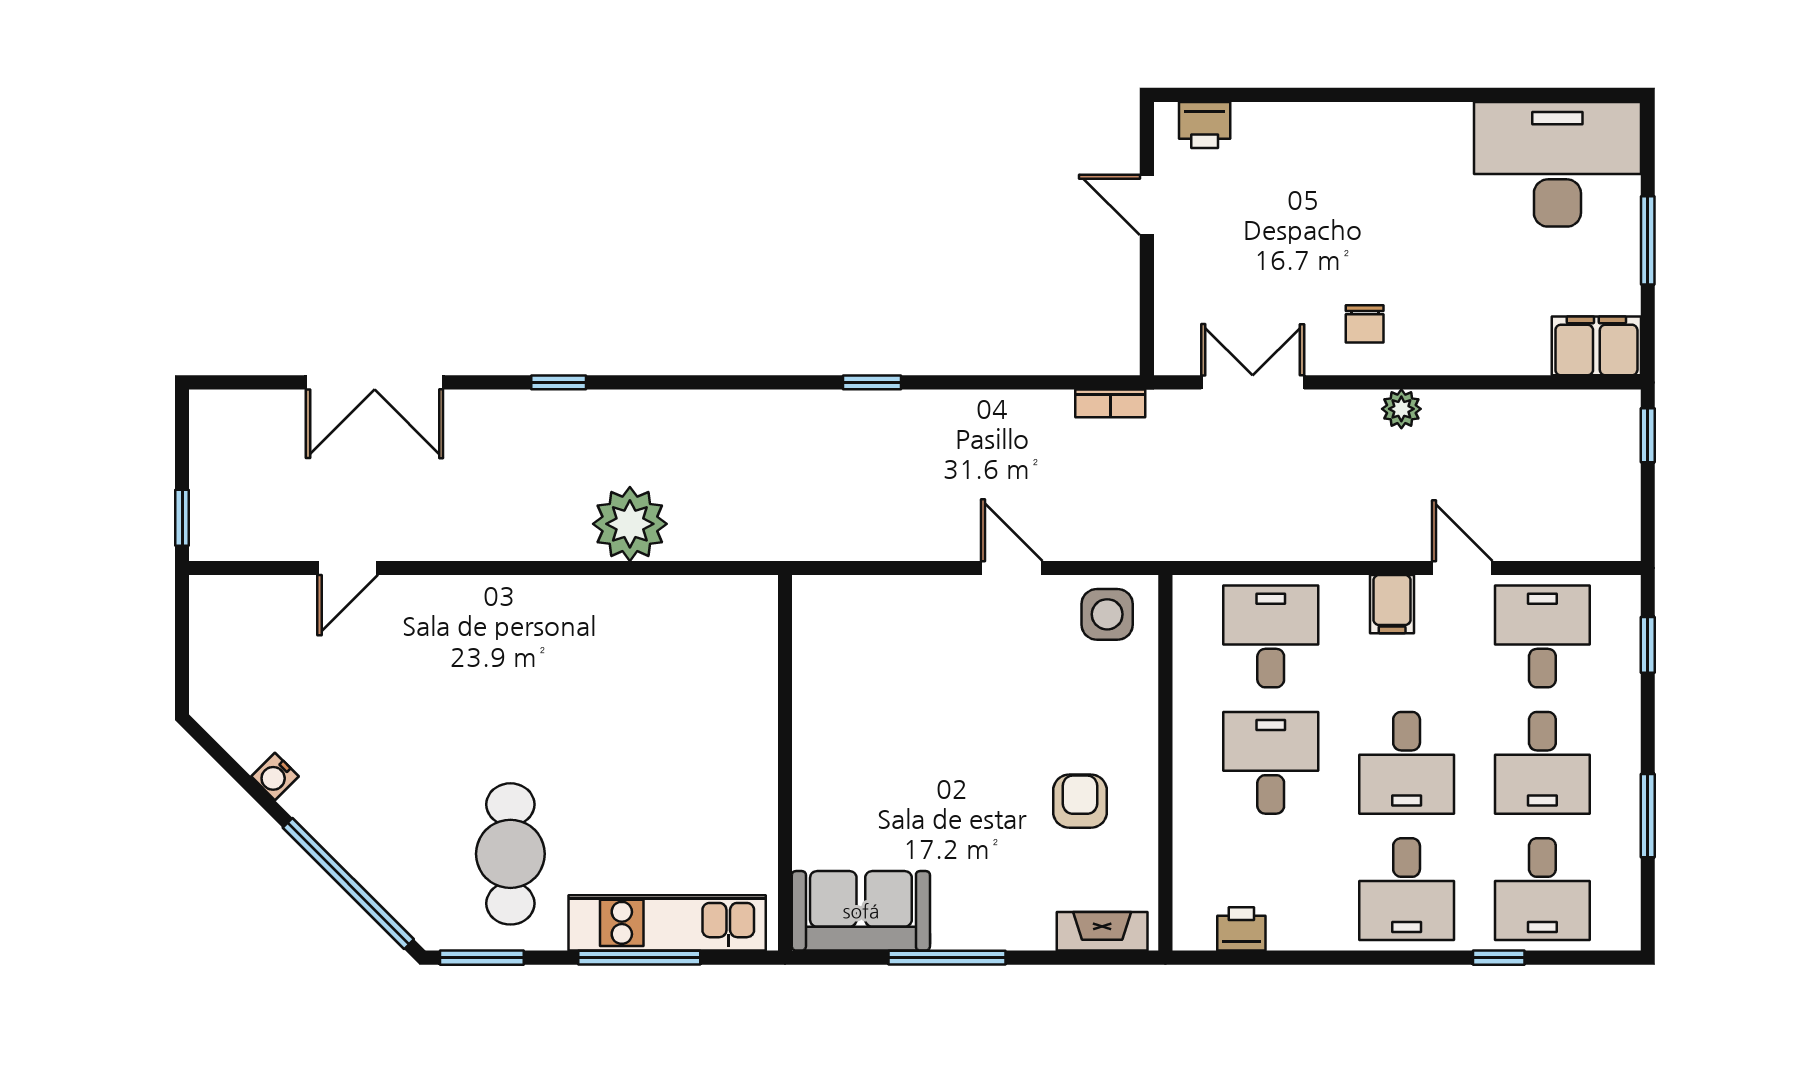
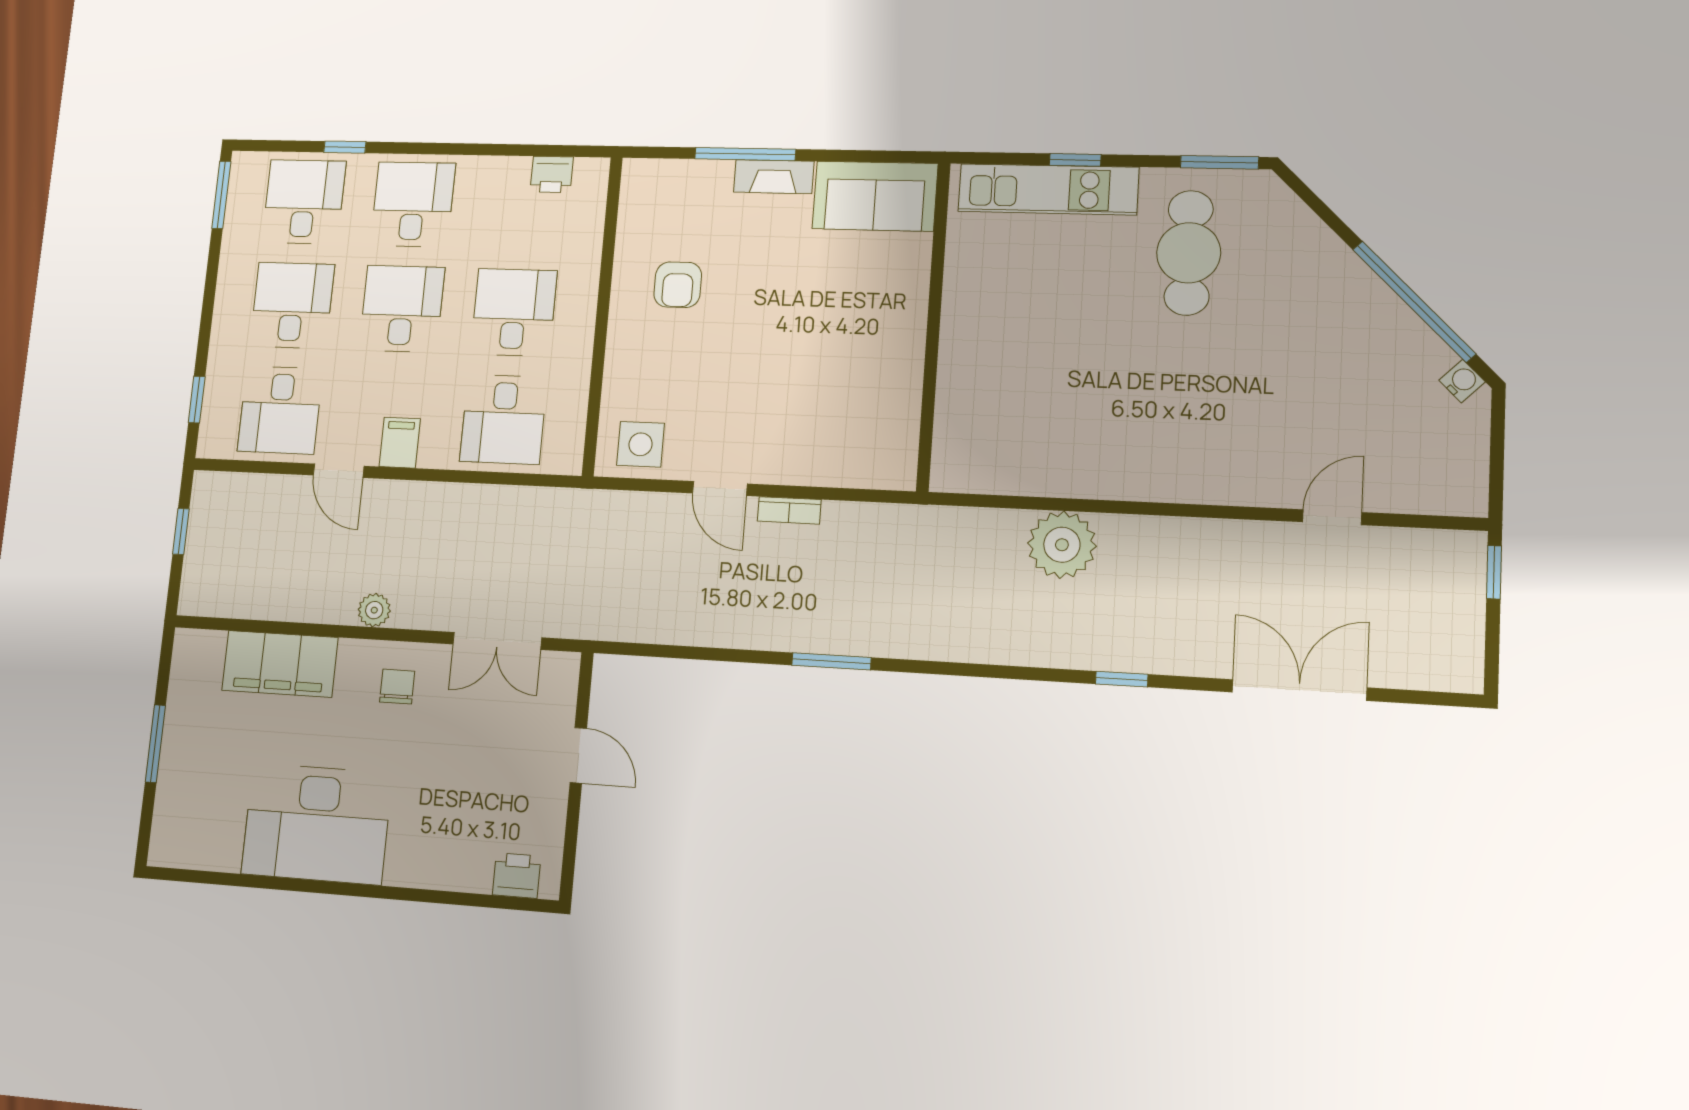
desk: (1557, 164) -> (317, 824), moved
door: (1147, 205) -> (578, 755), moved
filing cabinet: (1596, 346) -> (280, 664), moved, width x1.50, depth x1.17
window: (872, 382) -> (831, 661), width x1.50
bookcase: (1110, 403) -> (789, 510), moved, turned 180
window: (1648, 435) -> (181, 531), moved
desk: (1271, 763) -> (514, 312), turned 180
water cooler: (275, 776) -> (1462, 381), moved
window: (1648, 816) -> (221, 195), moved
window: (348, 883) -> (1414, 301), moved
fireplace: (1102, 931) -> (774, 177), moved
window: (639, 958) -> (1075, 160), width x0.46
window: (947, 958) -> (745, 154), moved

